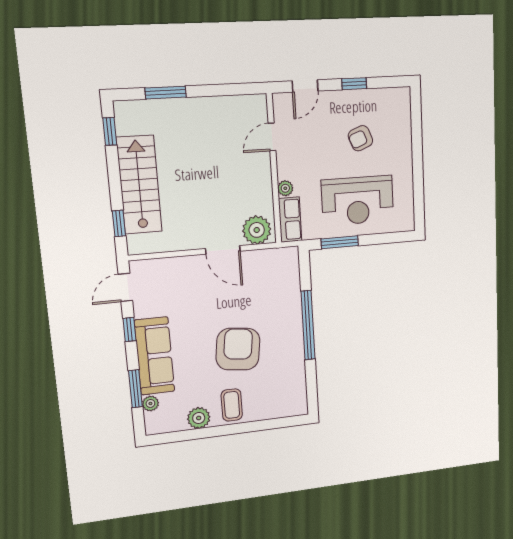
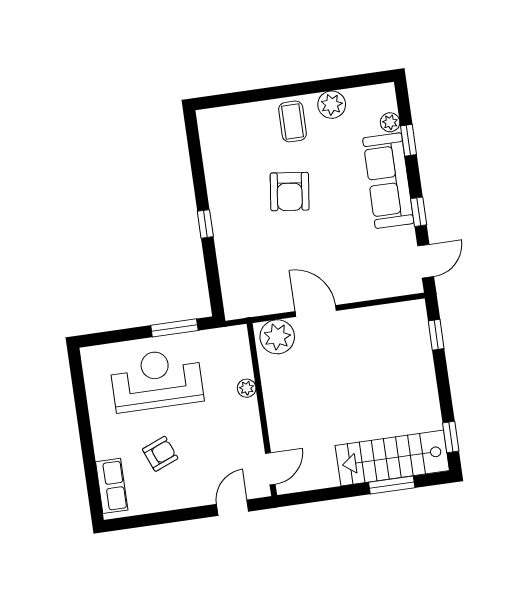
window: (354, 84) -> (174, 516), removed
door: (272, 137) -> (270, 469), moved
stairs: (139, 185) -> (392, 458), moved, turned 90
row of seats: (290, 220) -> (112, 486), moved, turned 180
window: (308, 325) -> (205, 224), width x0.32
armchair: (238, 349) -> (290, 192), width x0.73, depth x0.73
window: (135, 389) -> (408, 140), width x0.67

